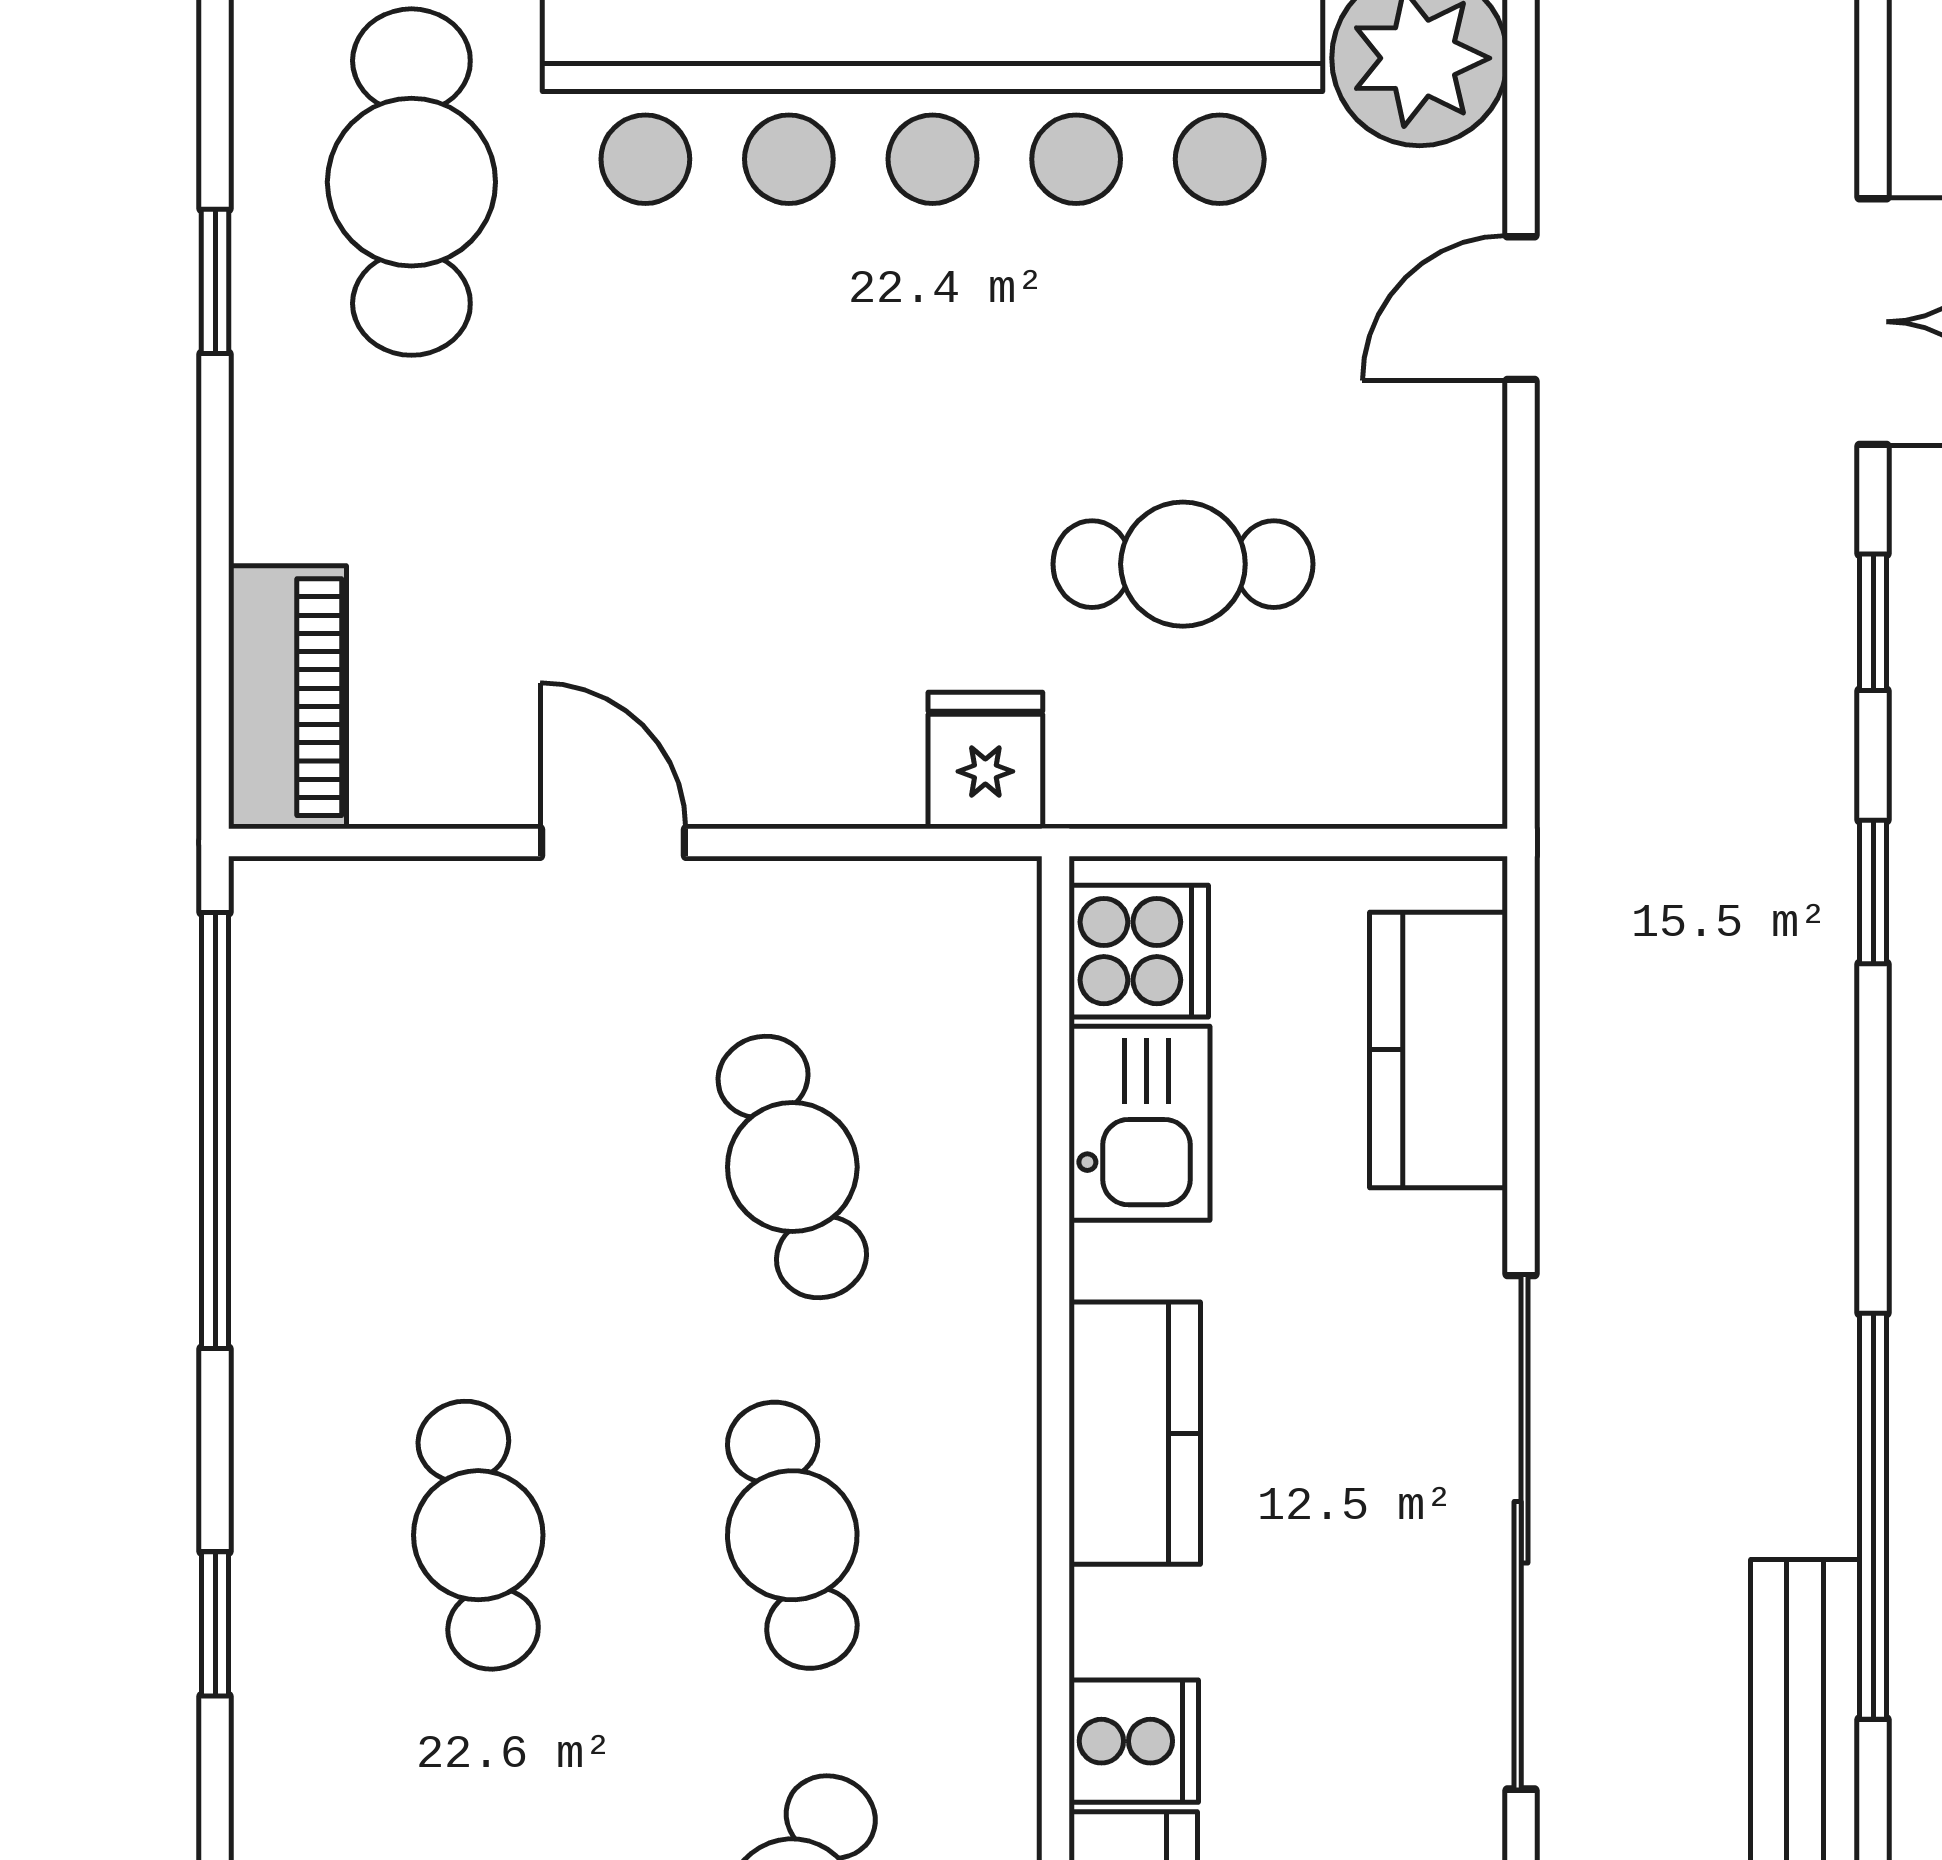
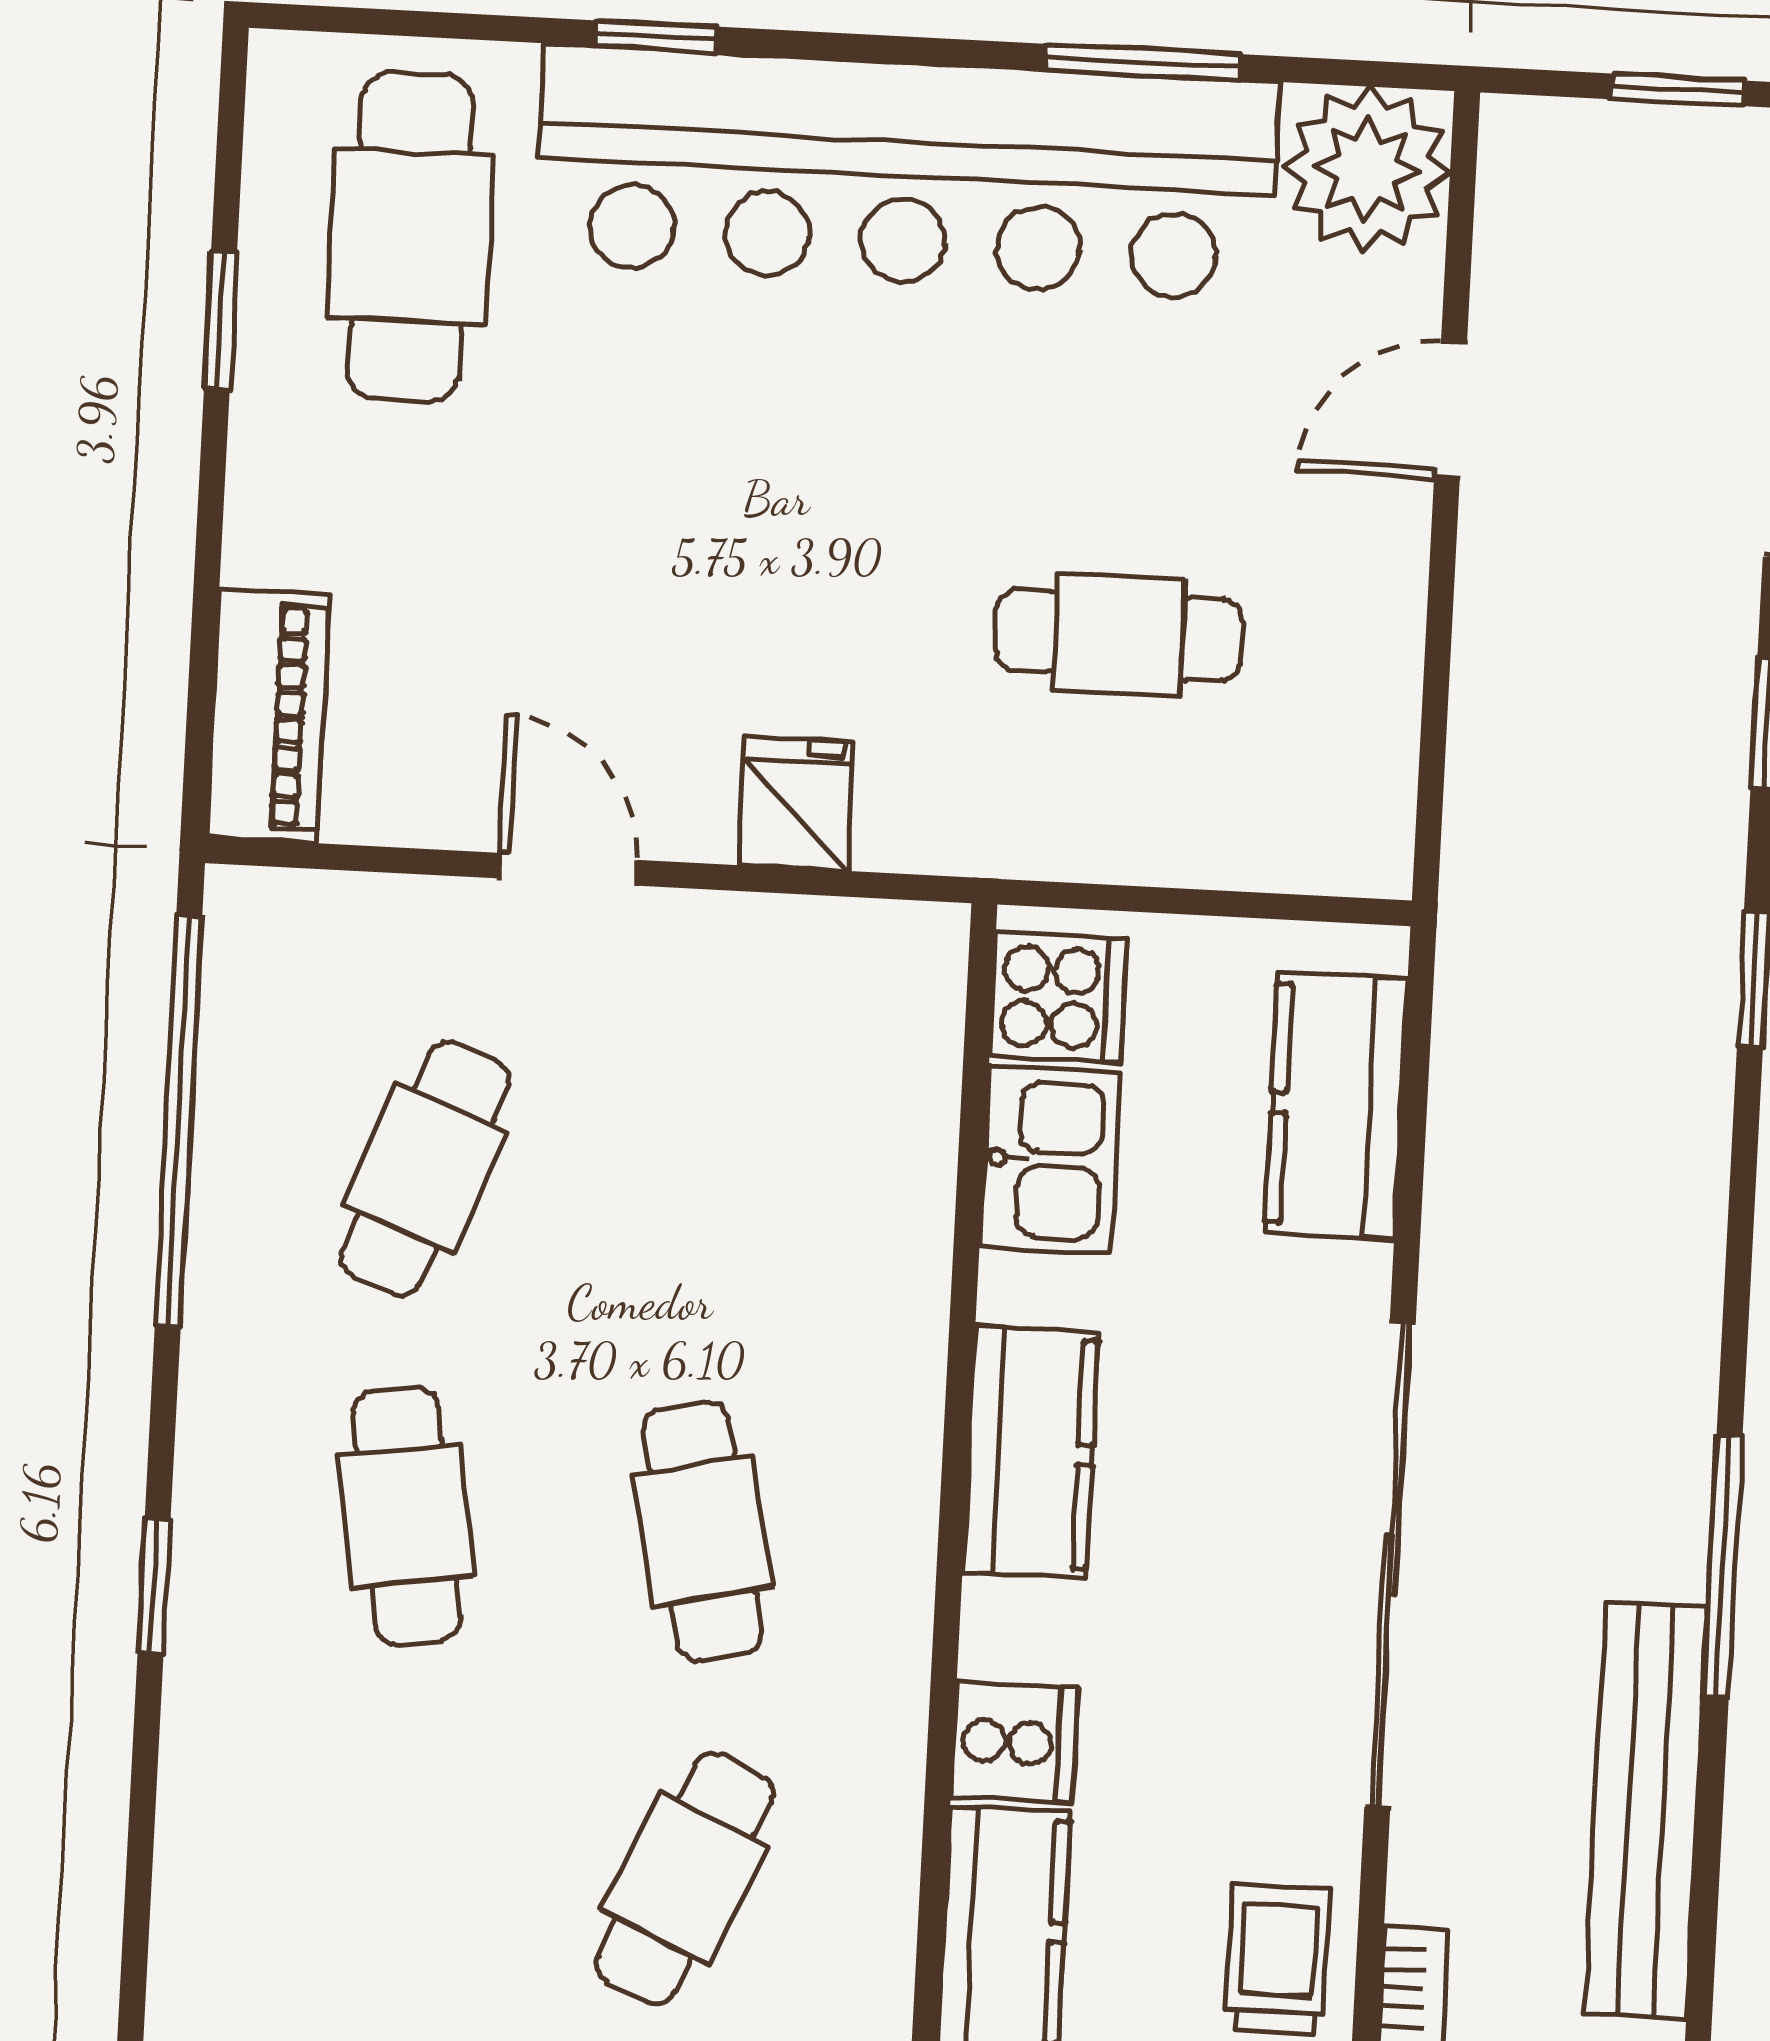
fridge: (985, 760) -> (796, 804), moved
cafe table: (792, 1167) -> (425, 1169), moved, turned 39
window: (1873, 1516) -> (1723, 1567), width x0.68

